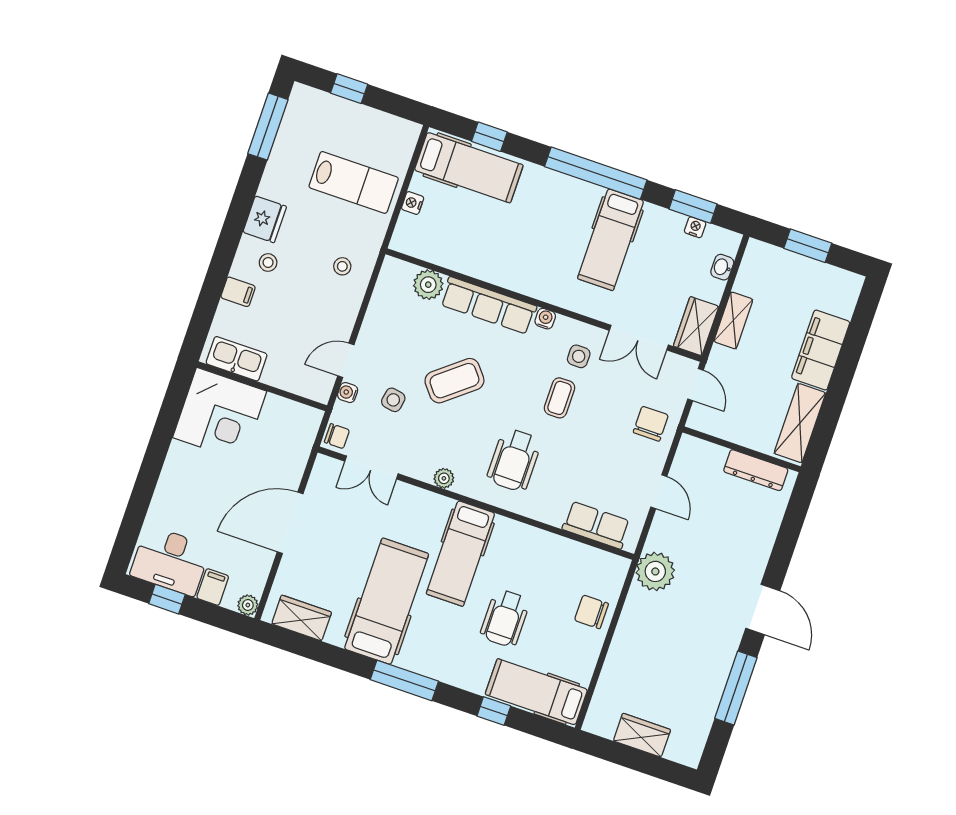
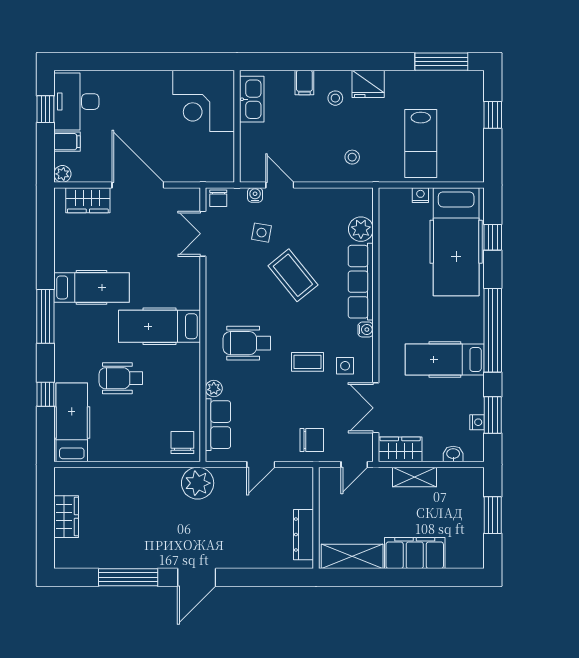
hospital bed: (469, 168) -> (456, 242), width x1.37, depth x1.29
plant: (444, 478) -> (214, 388), moved
hospital bed: (387, 601) -> (92, 287), width x0.73, depth x0.78
chair: (592, 612) -> (182, 442), moved
wardrobe: (302, 618) -> (88, 200), moved, turned 90

